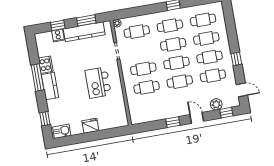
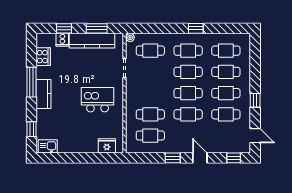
cooker: (46, 65) -> (43, 57), moved
cafe table: (143, 69) -> (150, 136), moved
kitchen island: (98, 83) -> (98, 100), turned 90
plant: (216, 104) -> (224, 147), removed
fridge: (90, 126) -> (107, 146), moved

